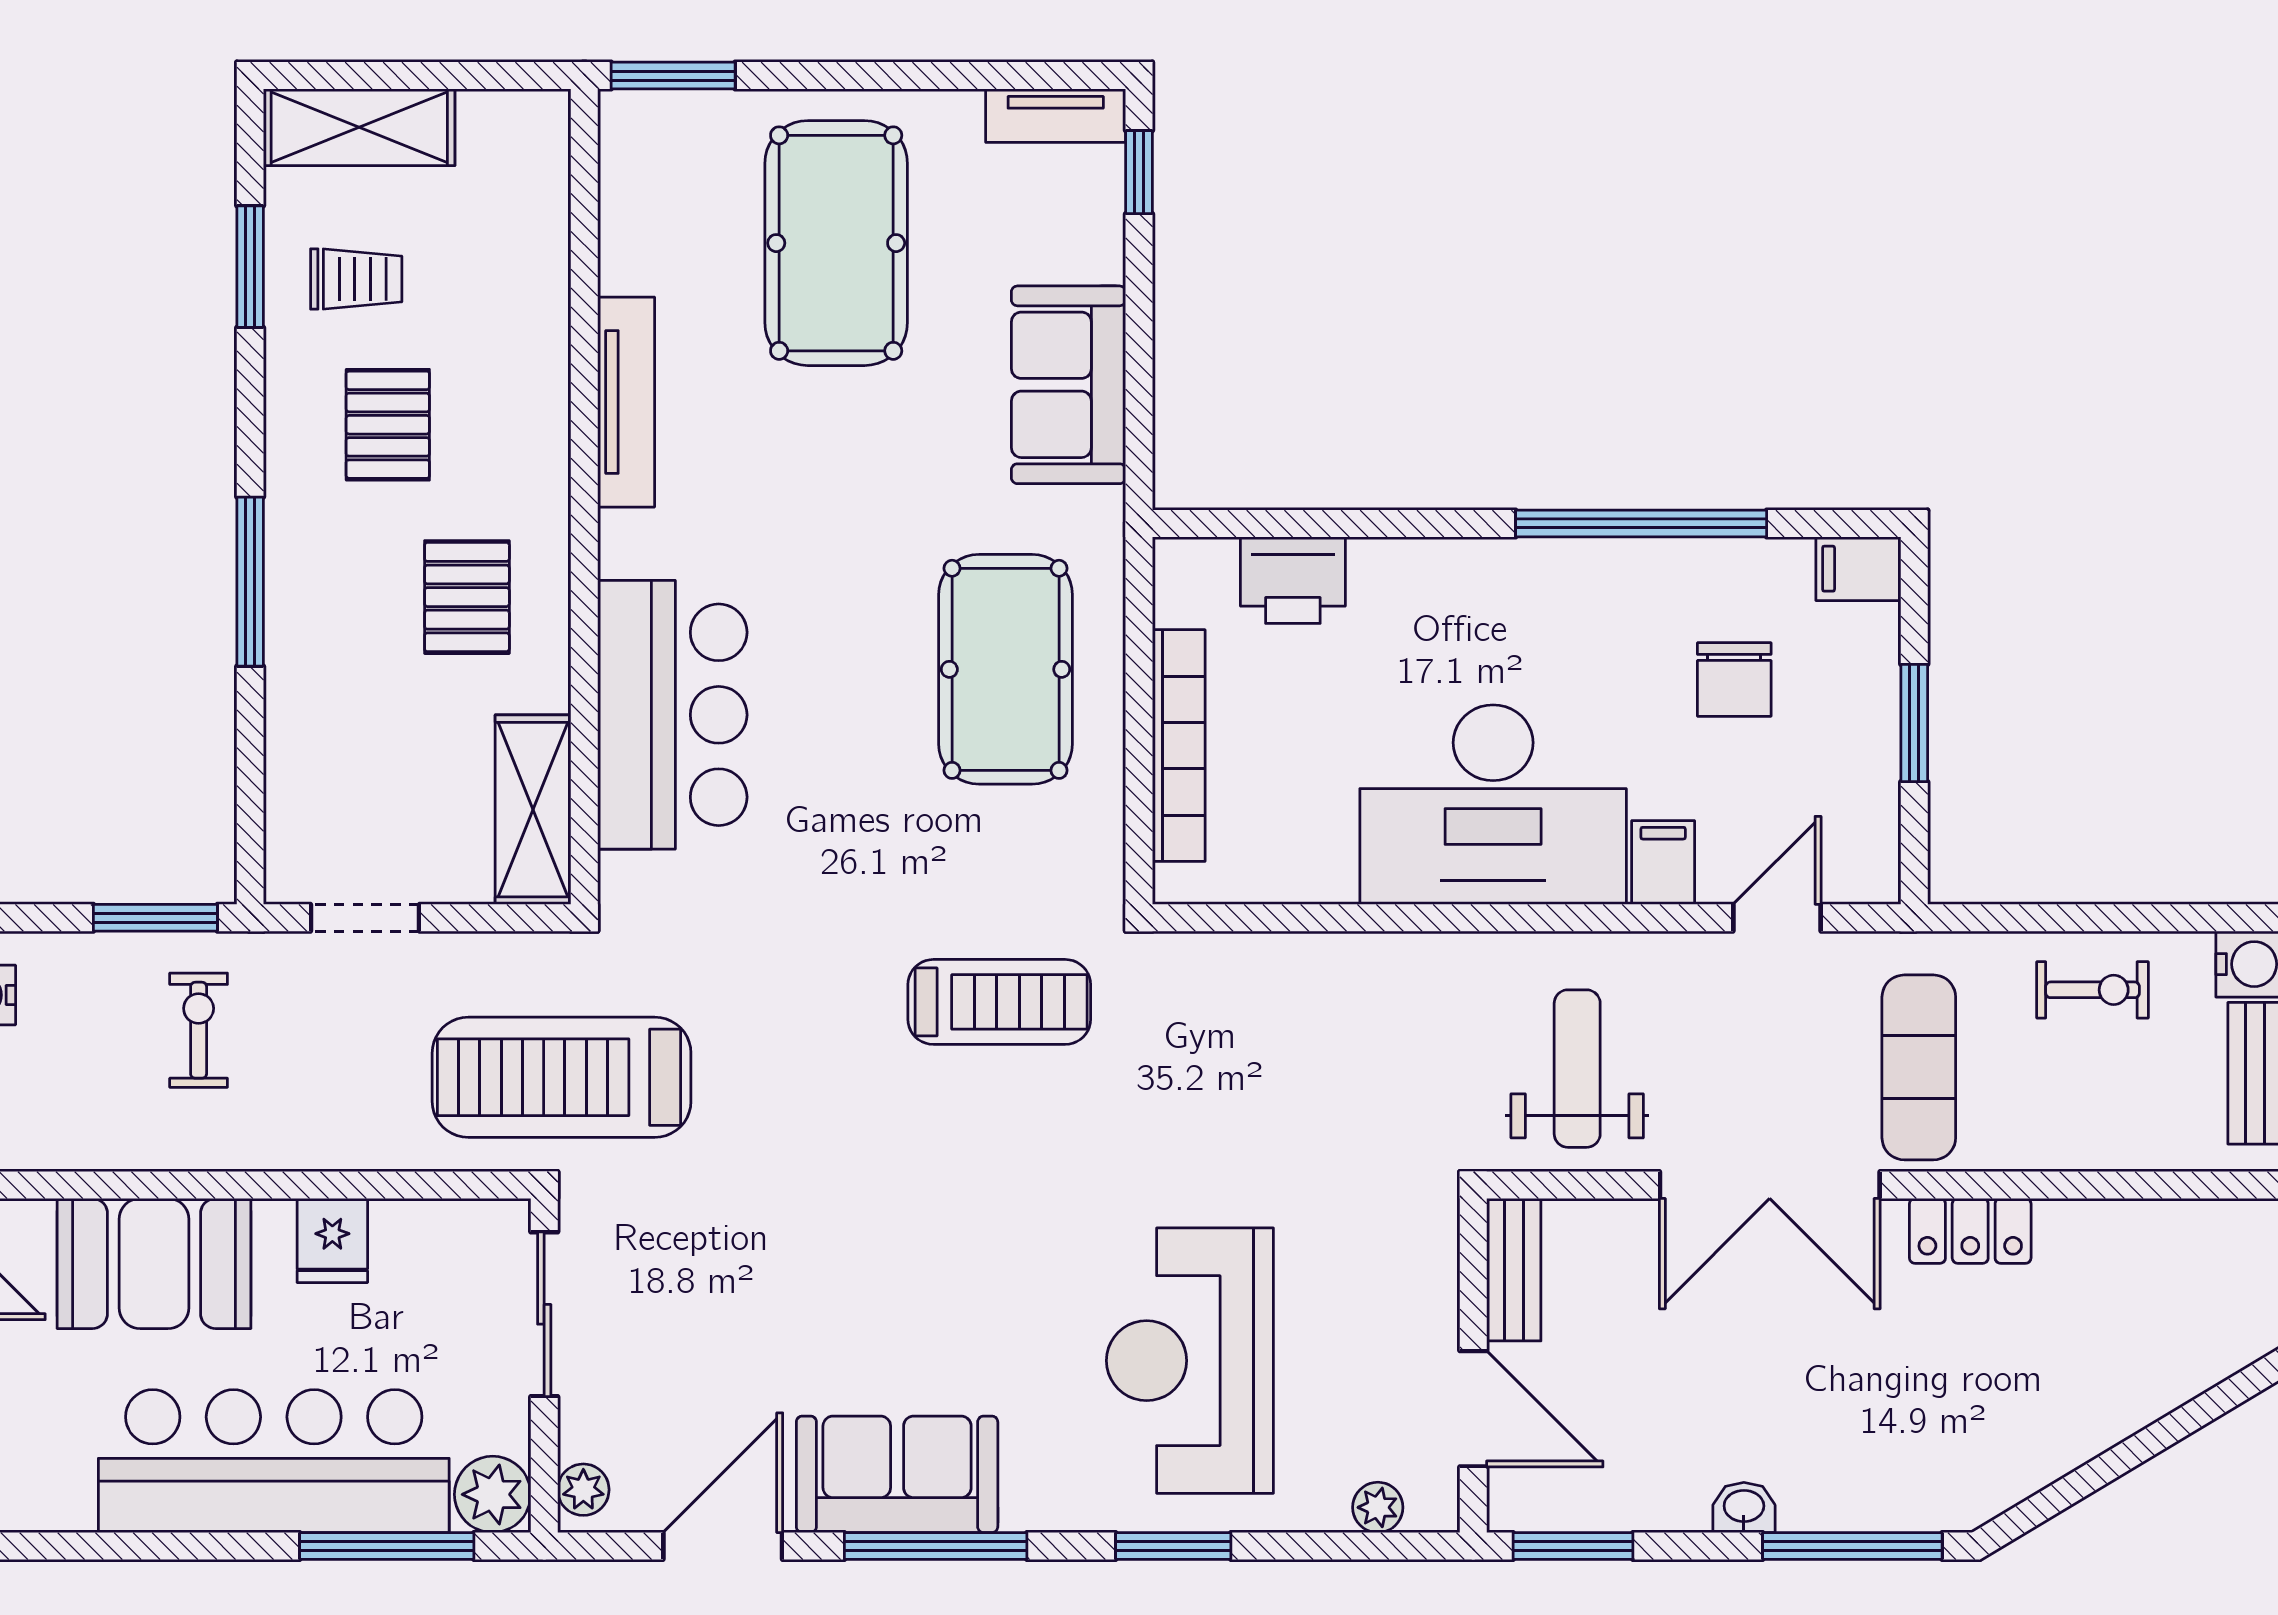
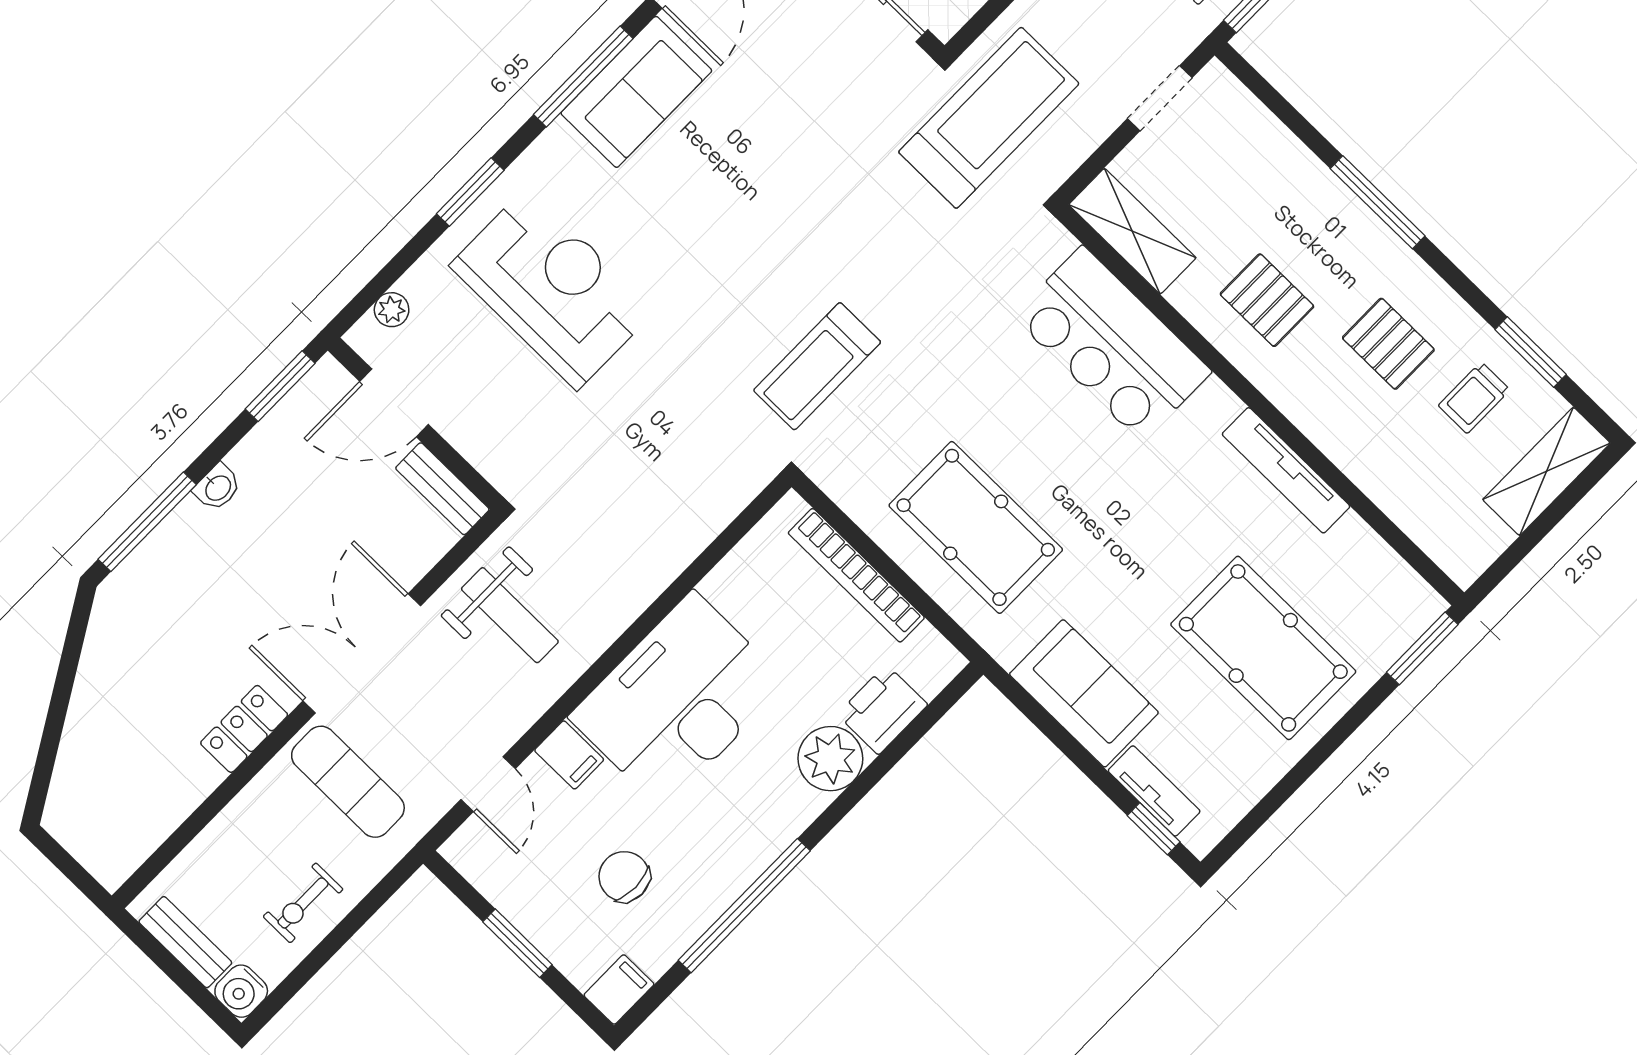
tv unit: (1056, 116) -> (1154, 791), moved, turned 90
plant: (1398, 584) -> (830, 759), added

